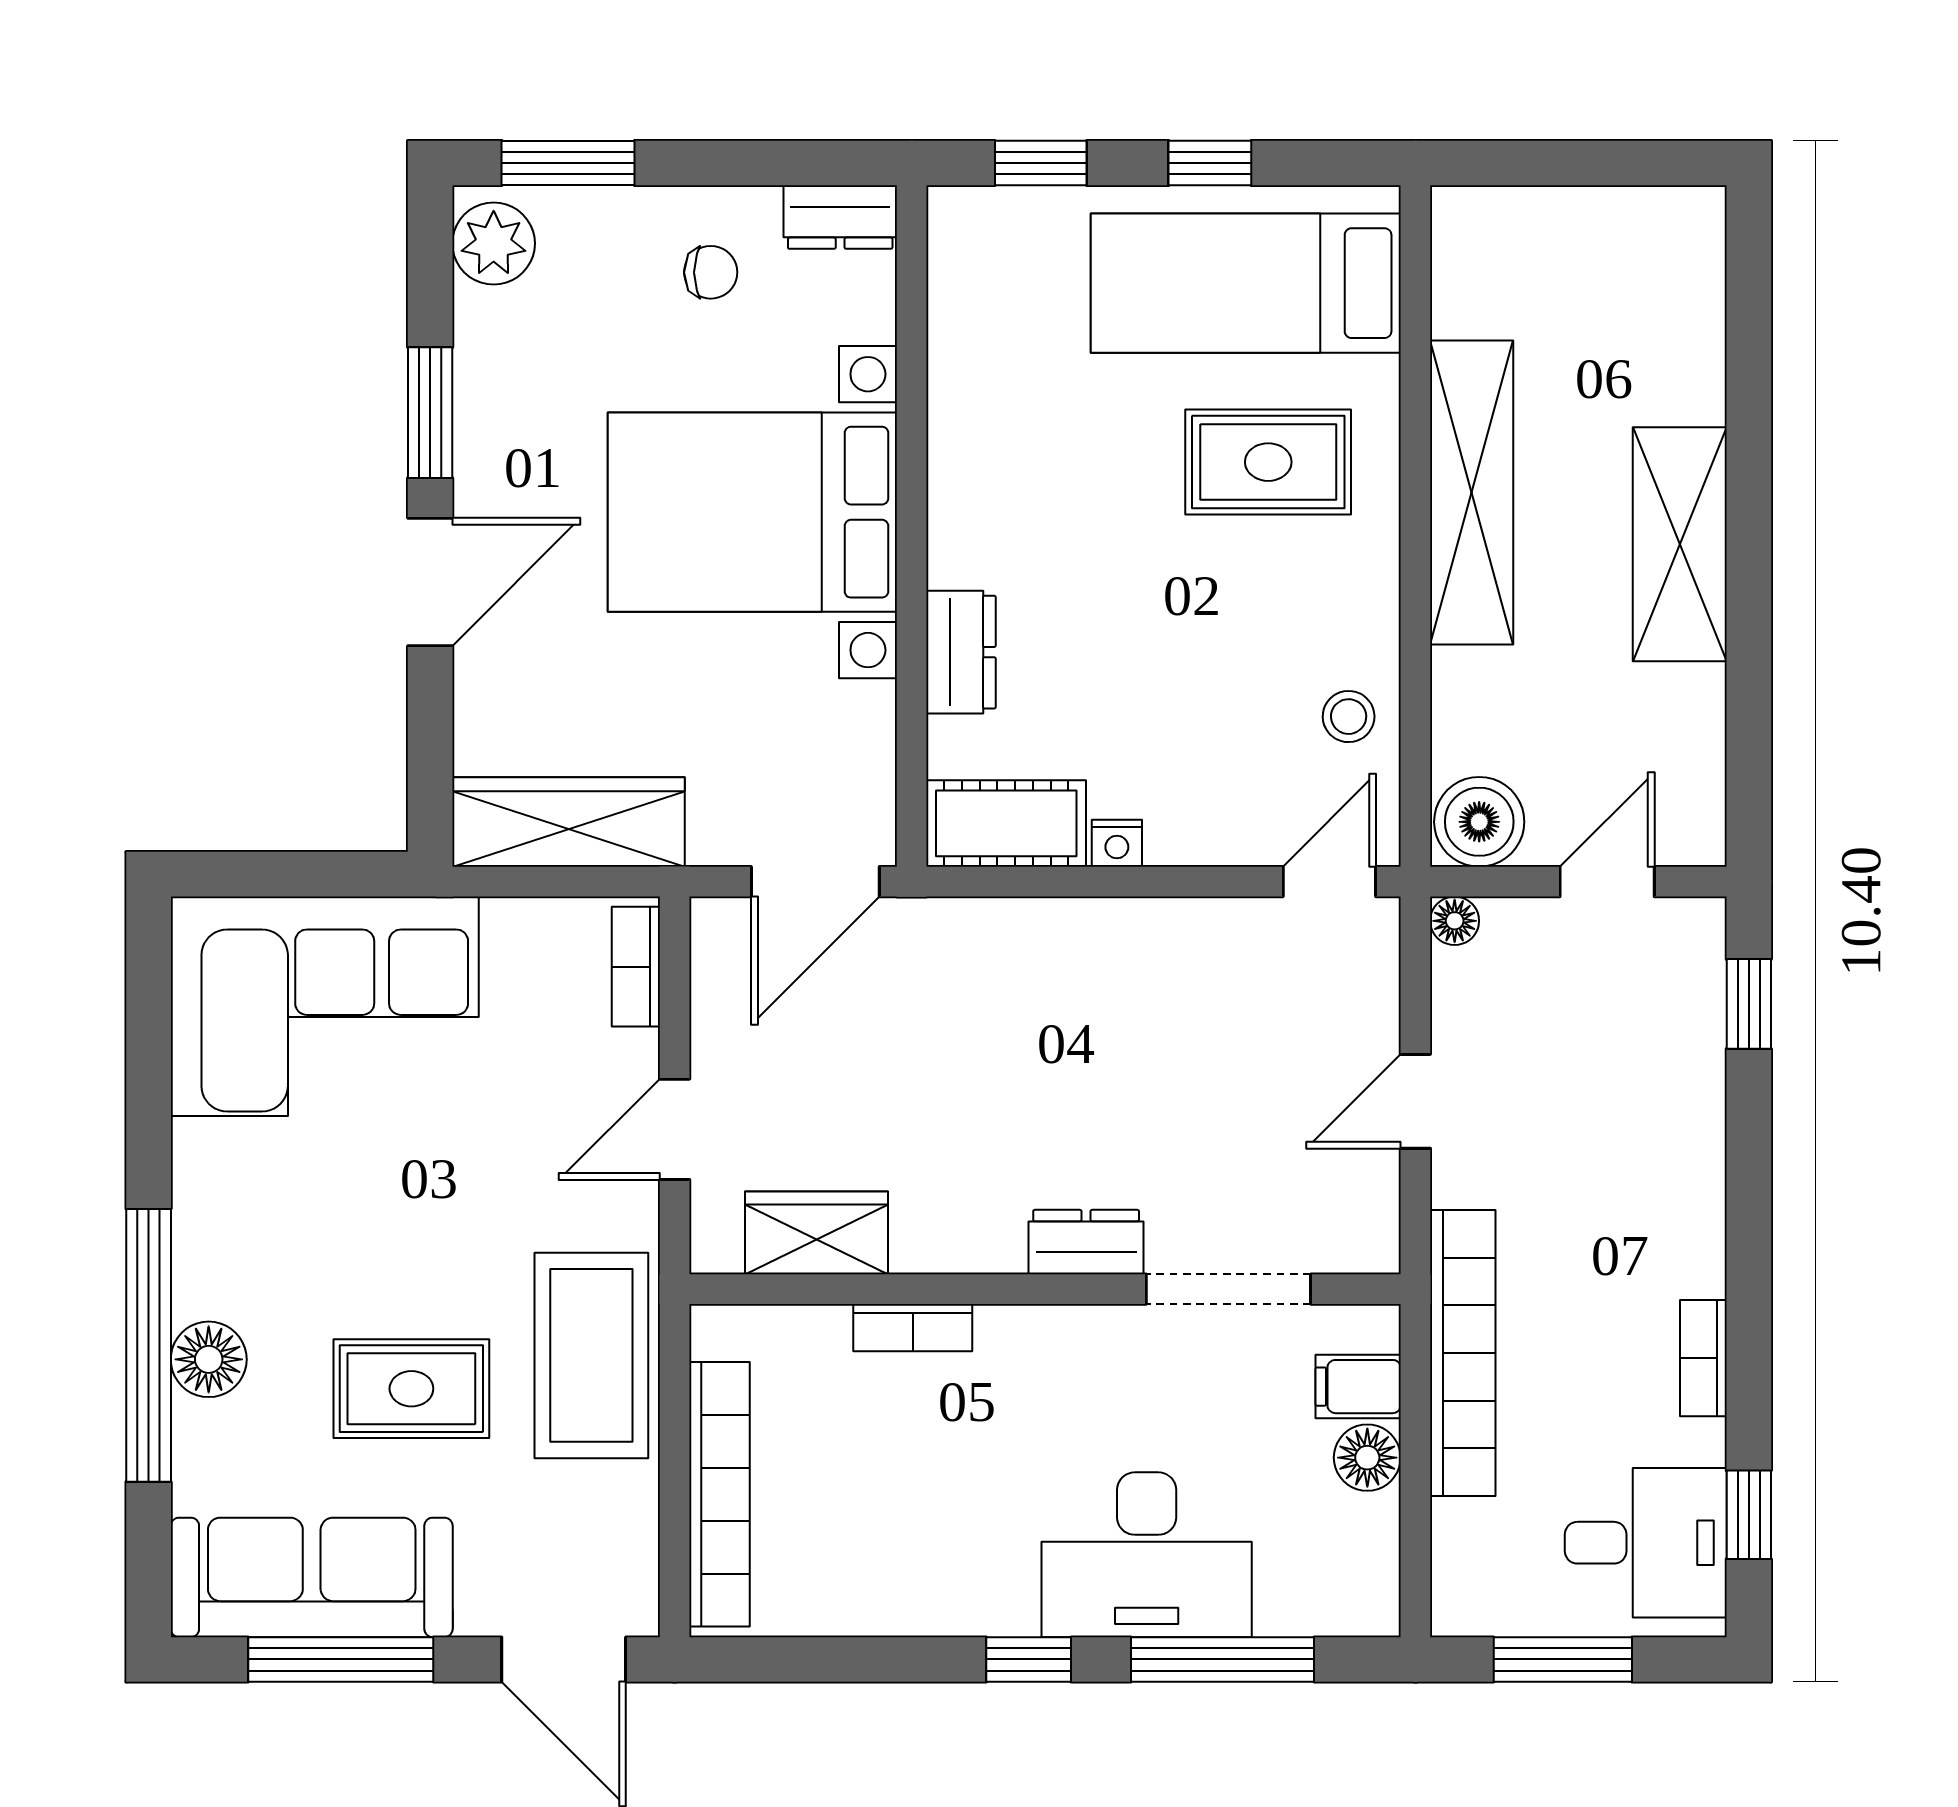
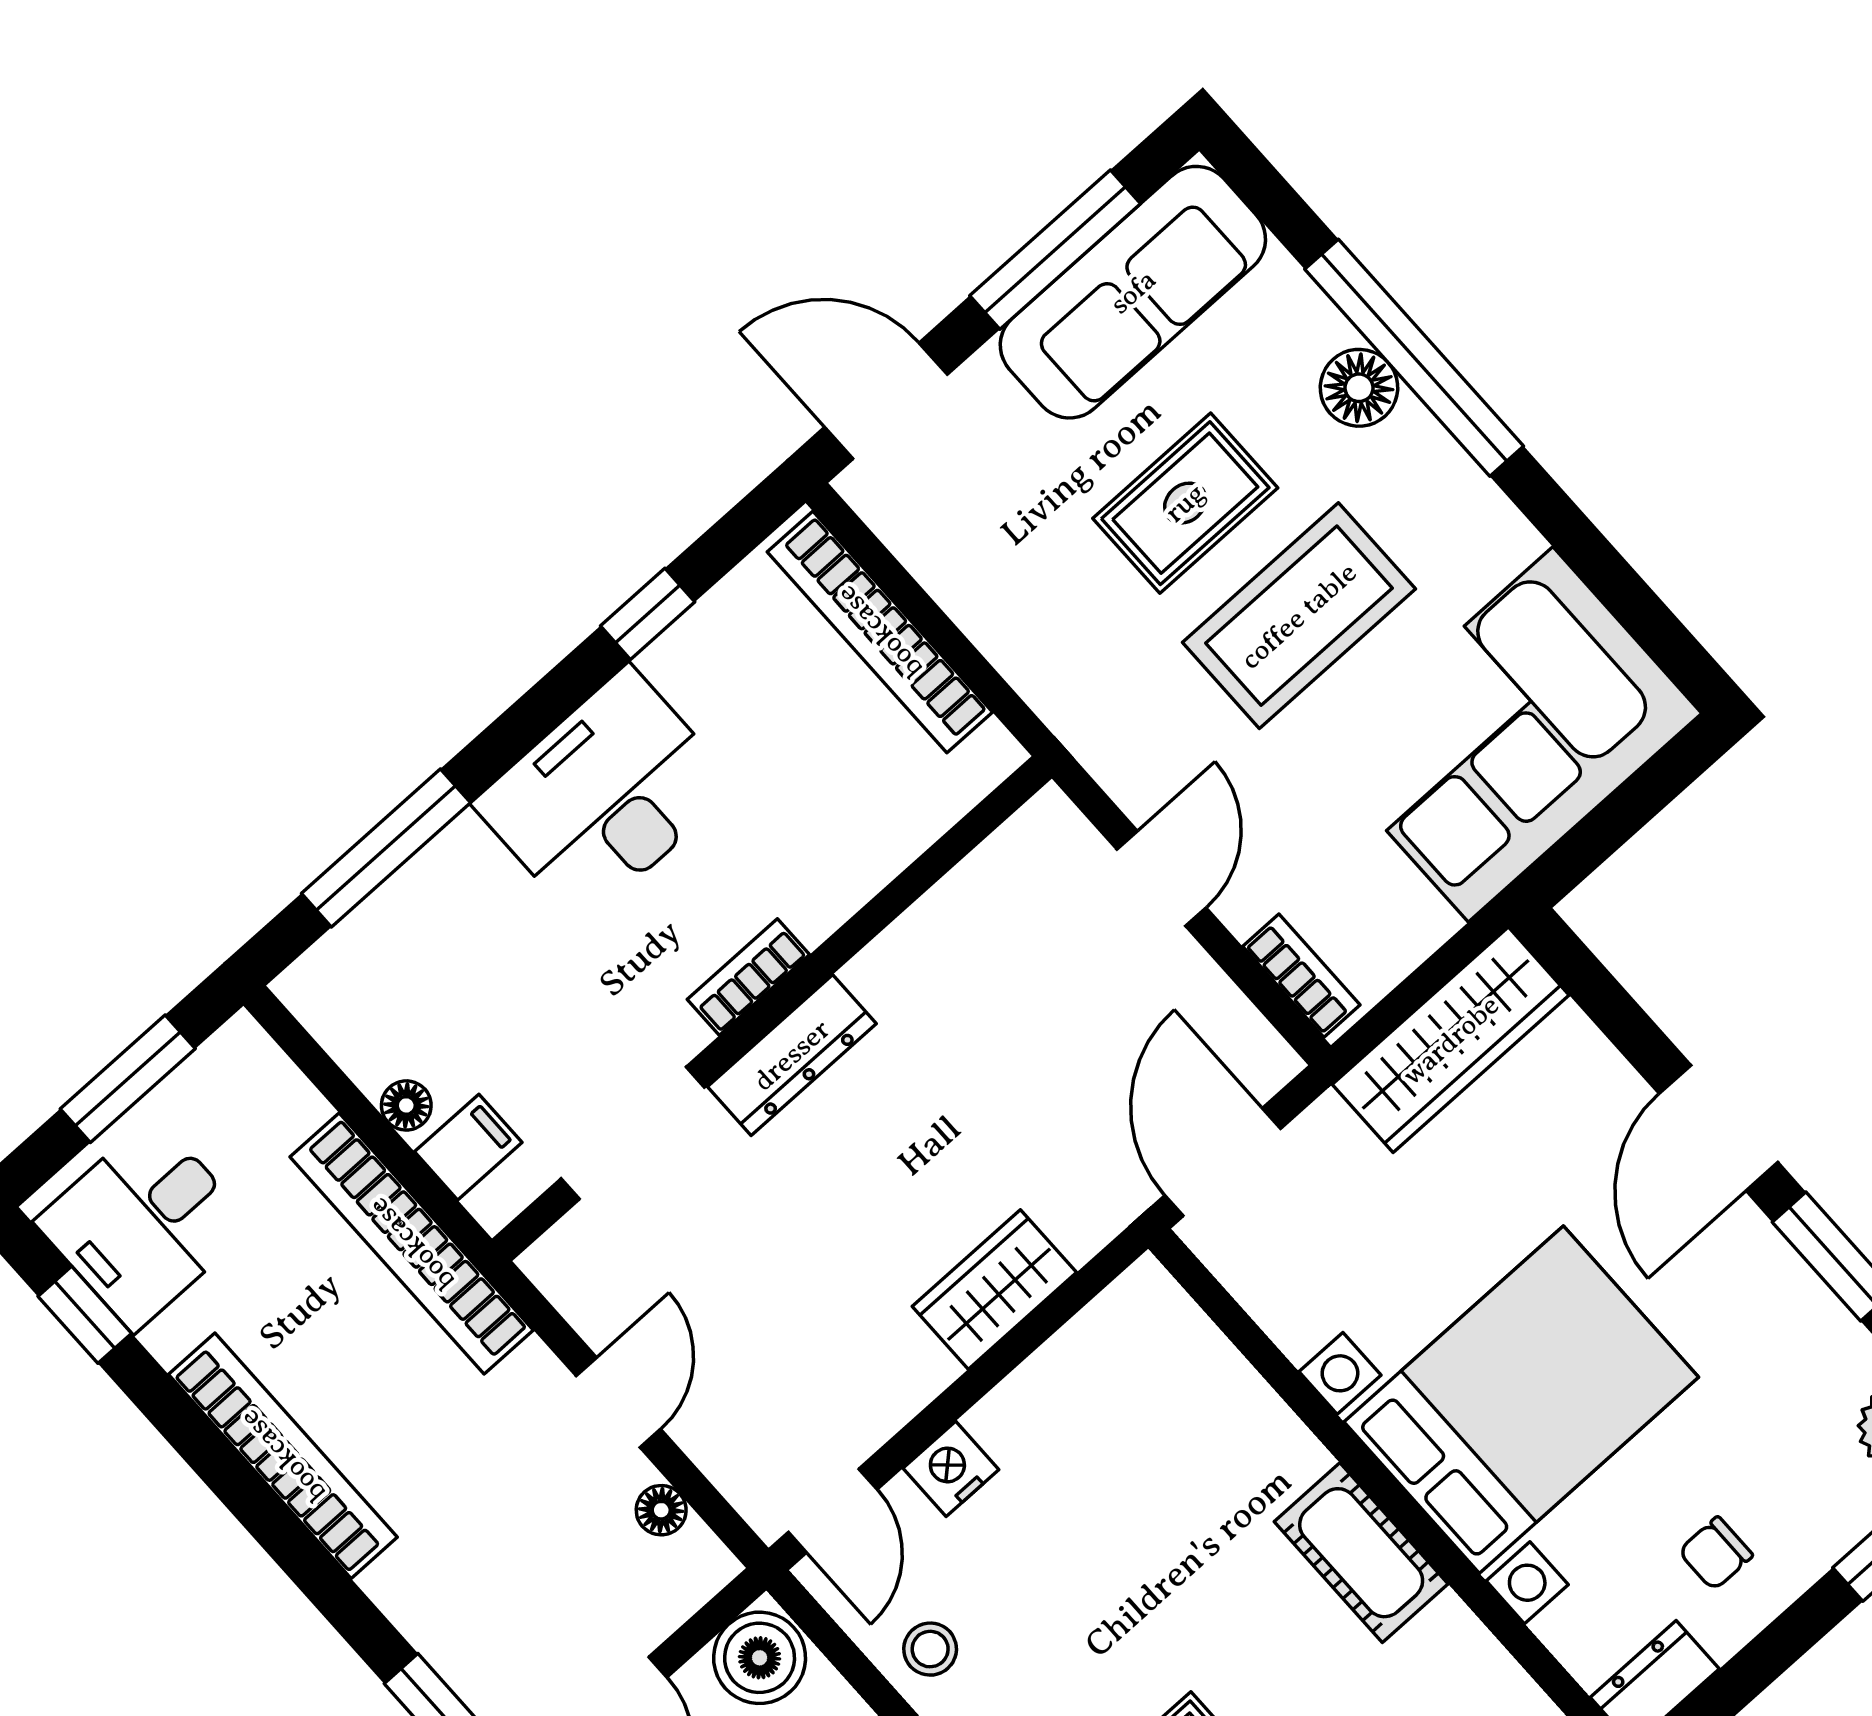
dresser: (961, 652) -> (1268, 1435), removed
cot: (1006, 823) -> (1361, 1553), moved, turned 90
nightstand: (1117, 843) -> (951, 1469), moved, width x1.39, depth x1.35
floor lamp: (1455, 921) -> (661, 1510), moved
wardrobe: (817, 1233) -> (994, 1289), moved, turned 180
dresser: (1086, 1242) -> (792, 1055), width x1.44
bookcase: (913, 1328) -> (748, 977), moved
coffee table: (591, 1355) -> (1299, 616), moved, turned 90
bookcase: (1703, 1358) -> (283, 1456), width x2.31, depth x1.31
floor lamp: (1367, 1458) -> (406, 1105), width x0.73, depth x0.73
desk: (1147, 1555) -> (605, 795), moved
window: (1029, 1659) -> (648, 614), moved

